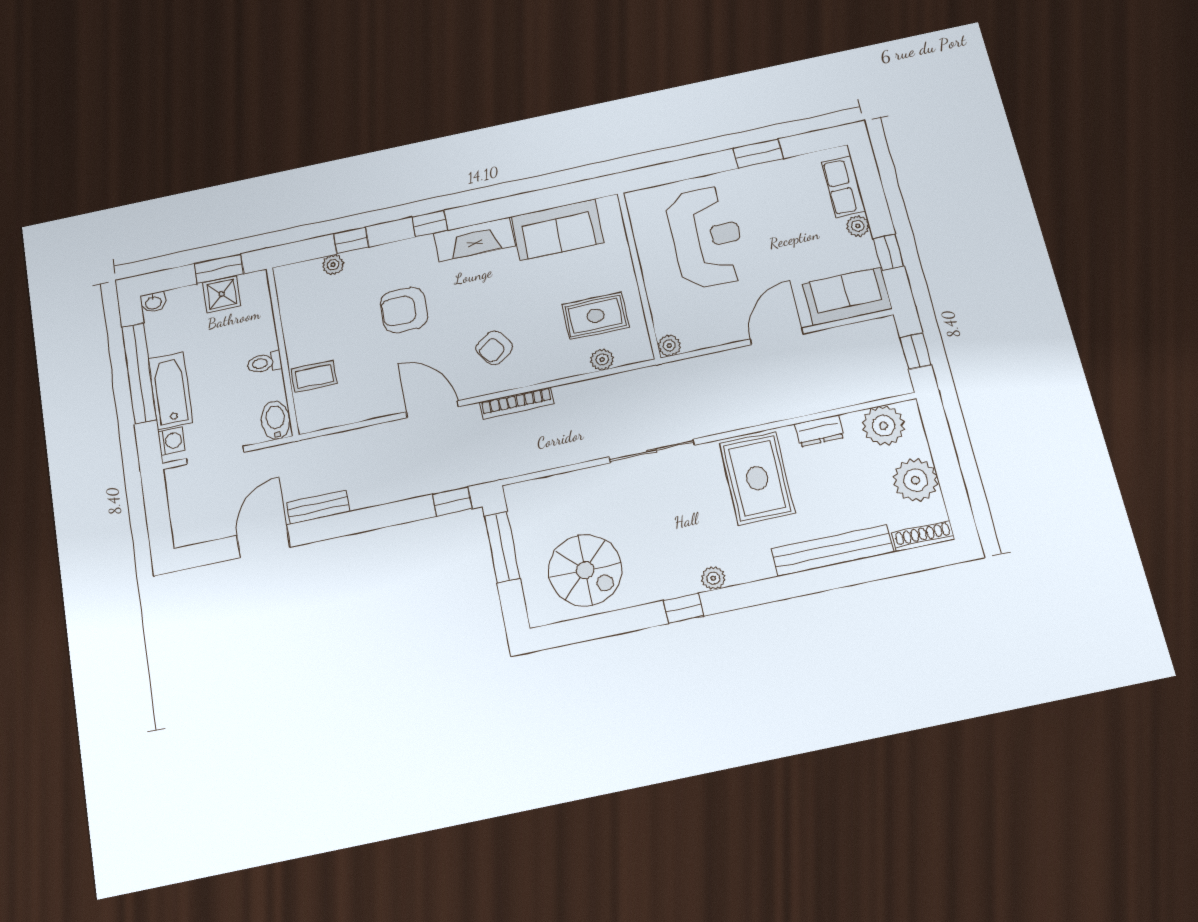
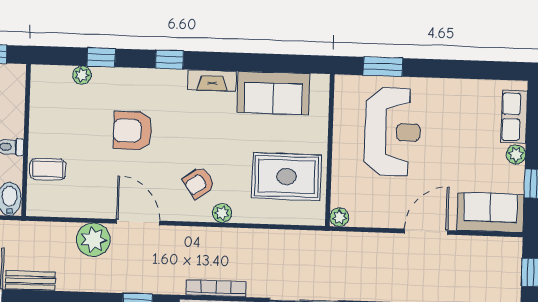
window: (758, 154) -> (383, 67), moved
fireplace: (474, 239) -> (212, 80), width x0.73, depth x0.76
rug: (596, 316) -> (287, 177), width x1.36, depth x1.43
plant: (602, 360) -> (222, 213), moved
bookcase: (517, 403) -> (216, 289), moved, turned 180
plant: (384, 442) -> (93, 240), added

